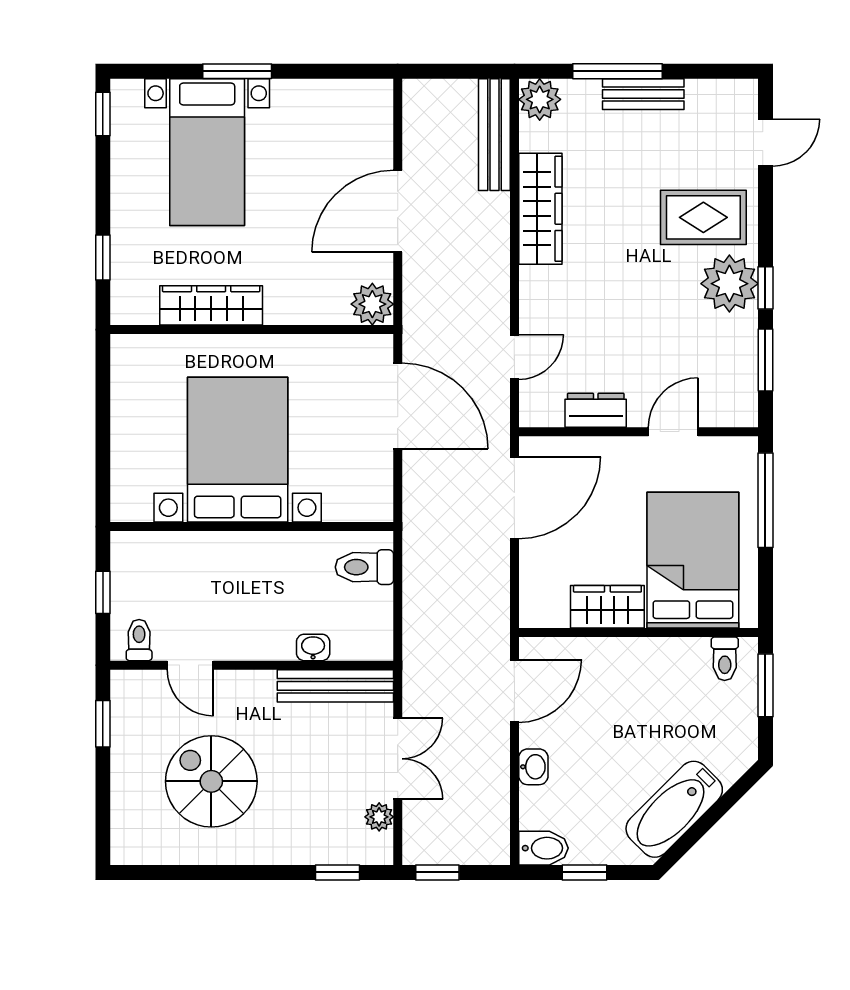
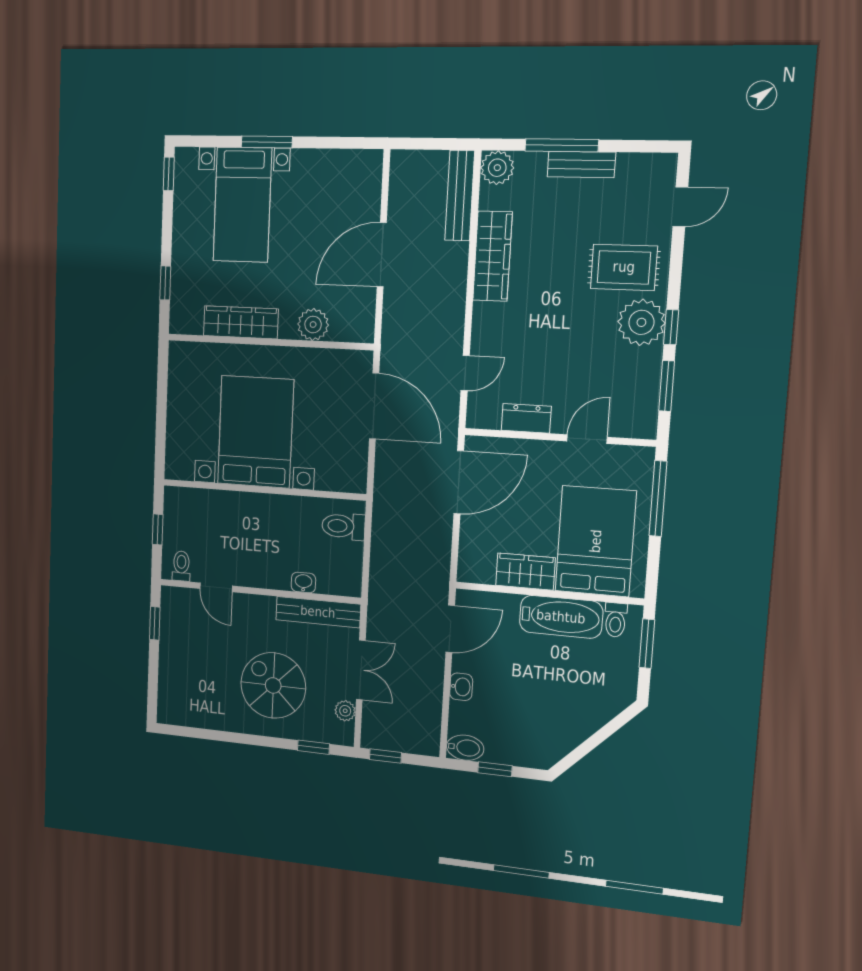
plant: (372, 304) -> (313, 325), moved
spiral stairs: (211, 781) -> (273, 685), moved
bathtub: (674, 809) -> (561, 617), moved, turned -135

